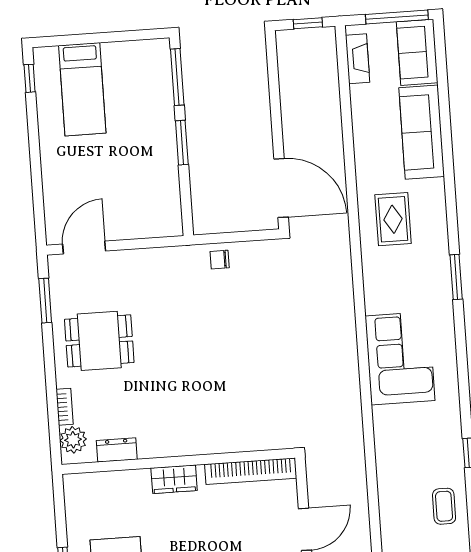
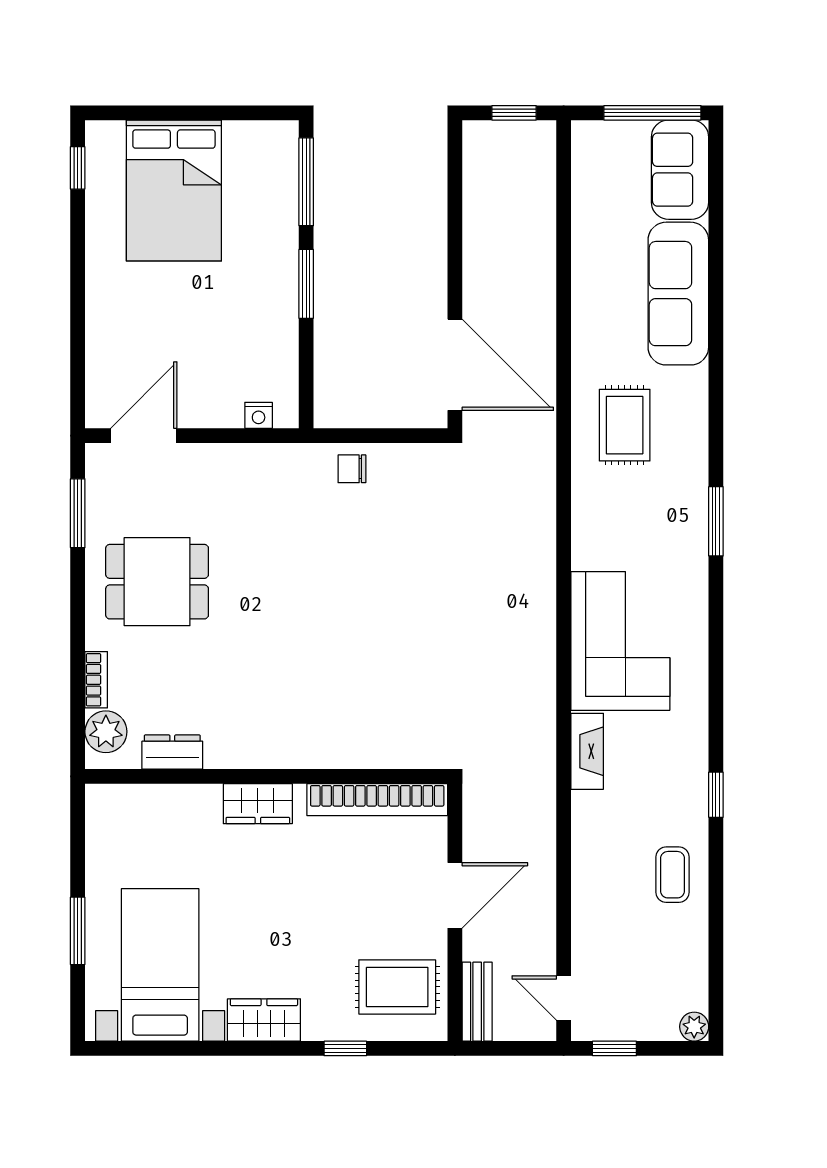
fireplace: (358, 59) -> (587, 751), moved
bed: (82, 89) -> (174, 191), width x1.50
nightstand: (157, 229) -> (259, 415), added

